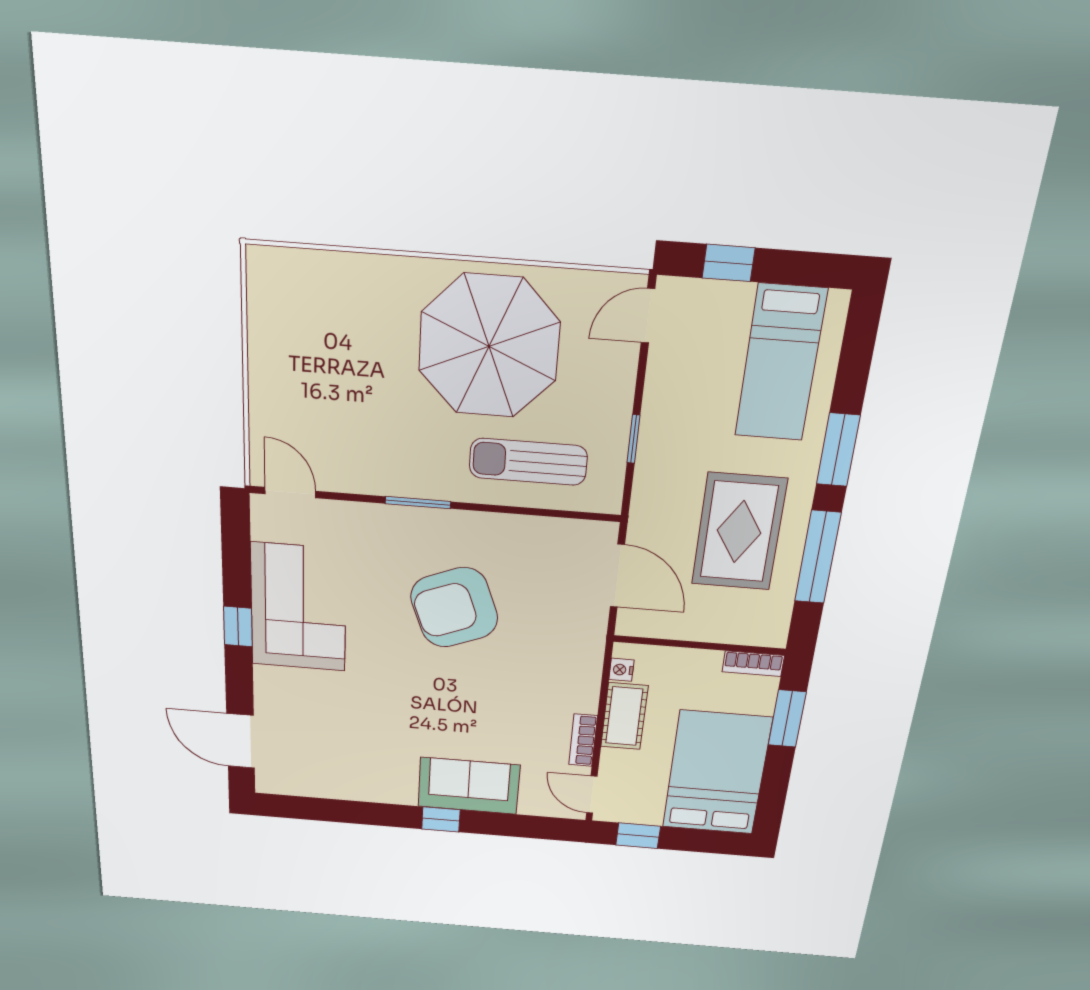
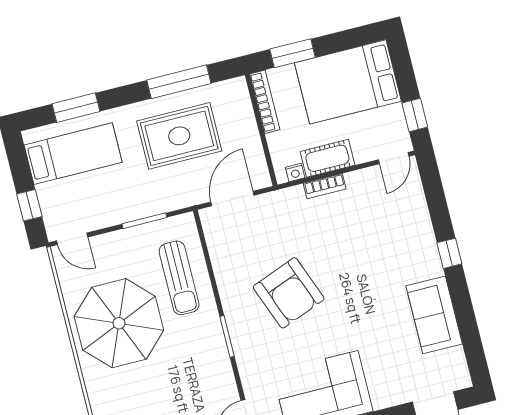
window: (634, 439) -> (144, 221), width x1.50
window: (838, 450) -> (76, 108), moved
bookcase: (753, 664) -> (265, 102), width x1.56
bookcase: (583, 740) -> (325, 186), moved
sofa: (469, 786) -> (434, 315), moved

